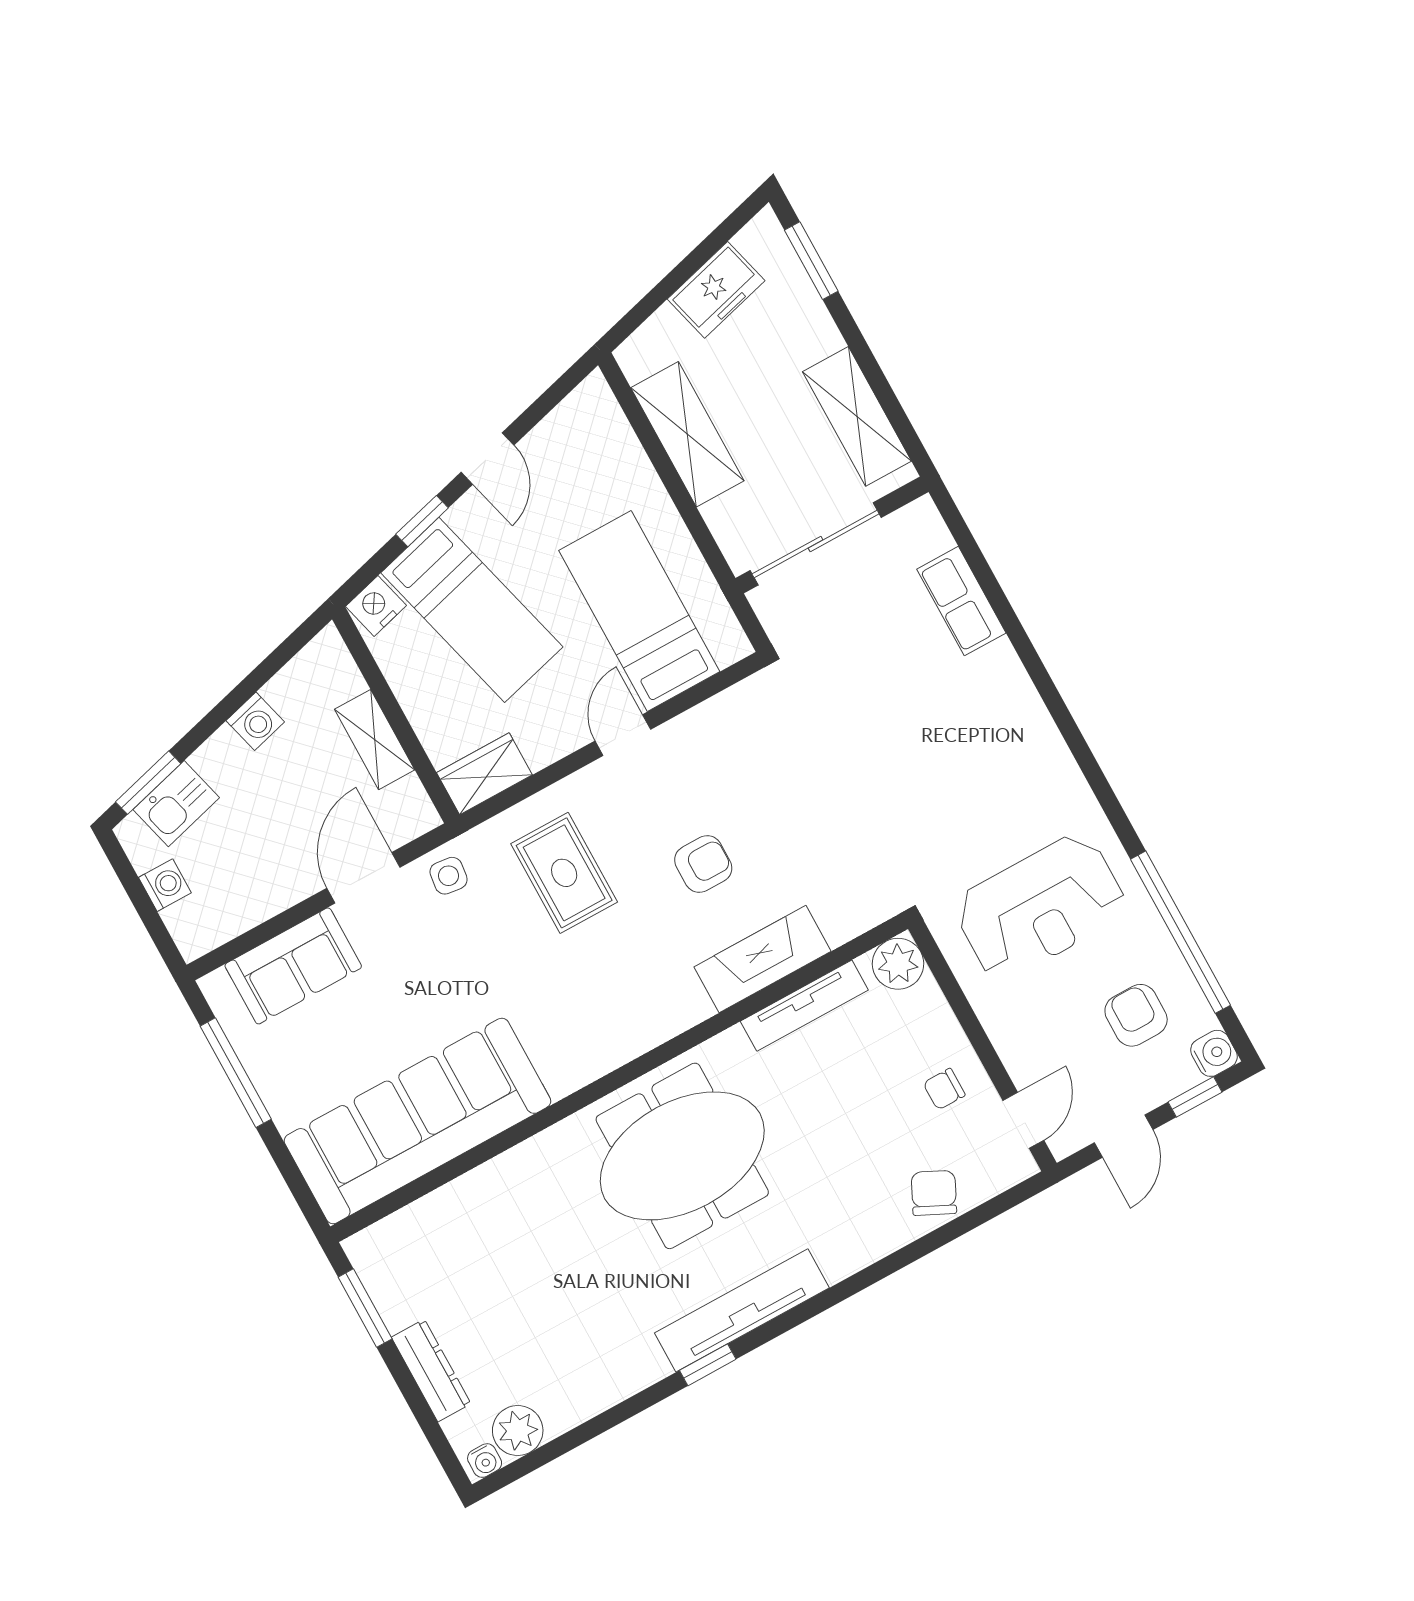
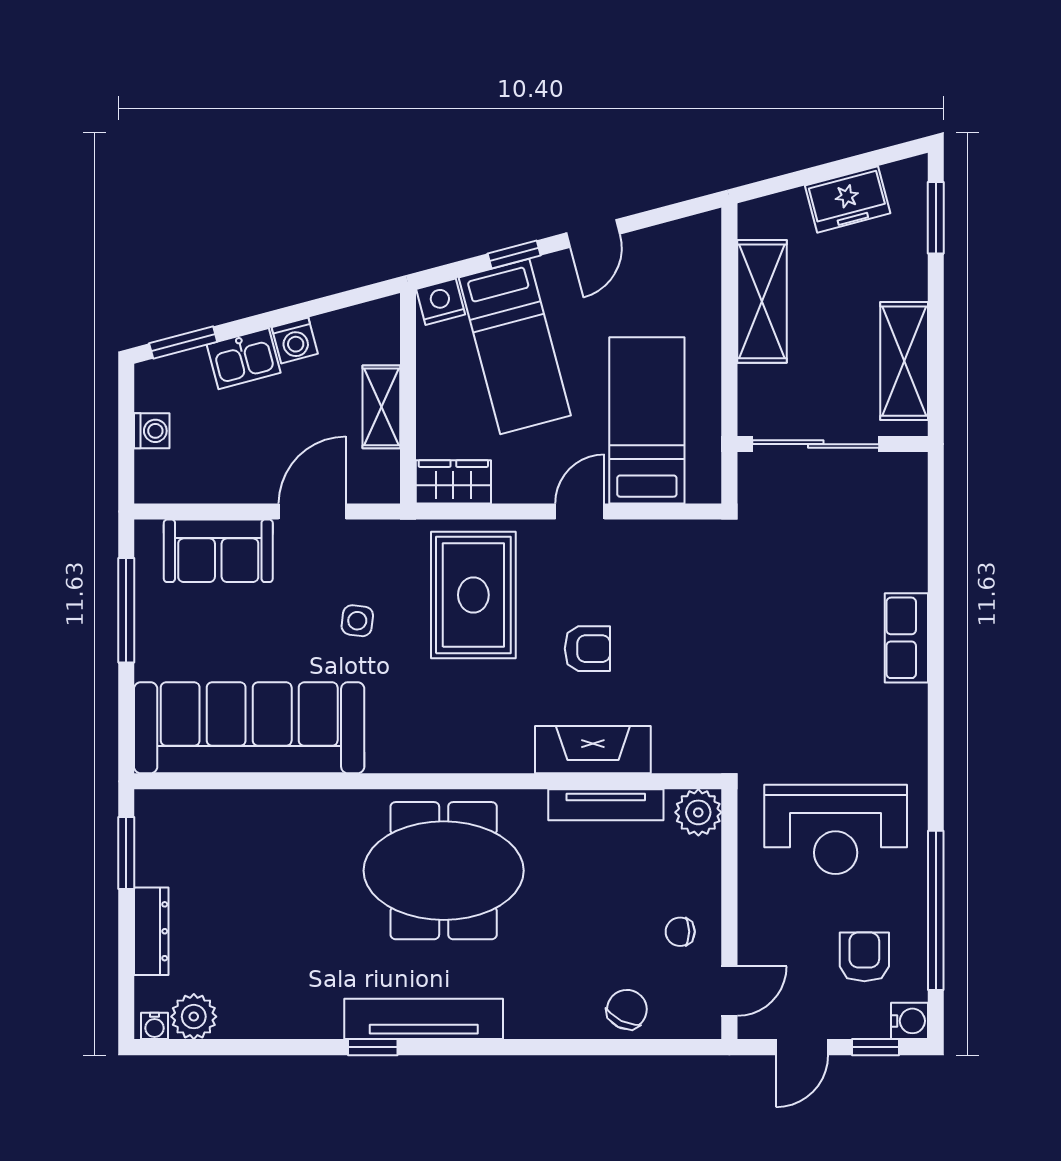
row of seats: (961, 601) -> (906, 638), moved
kitchen sink: (176, 804) -> (244, 359), moved
rug: (564, 873) -> (473, 595), width x1.36, depth x1.43
side table: (449, 876) -> (357, 621), moved

